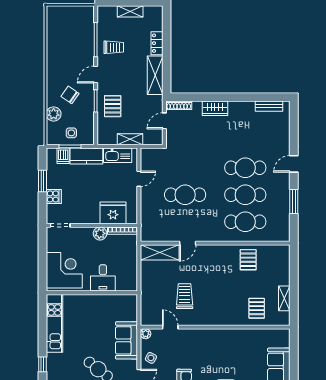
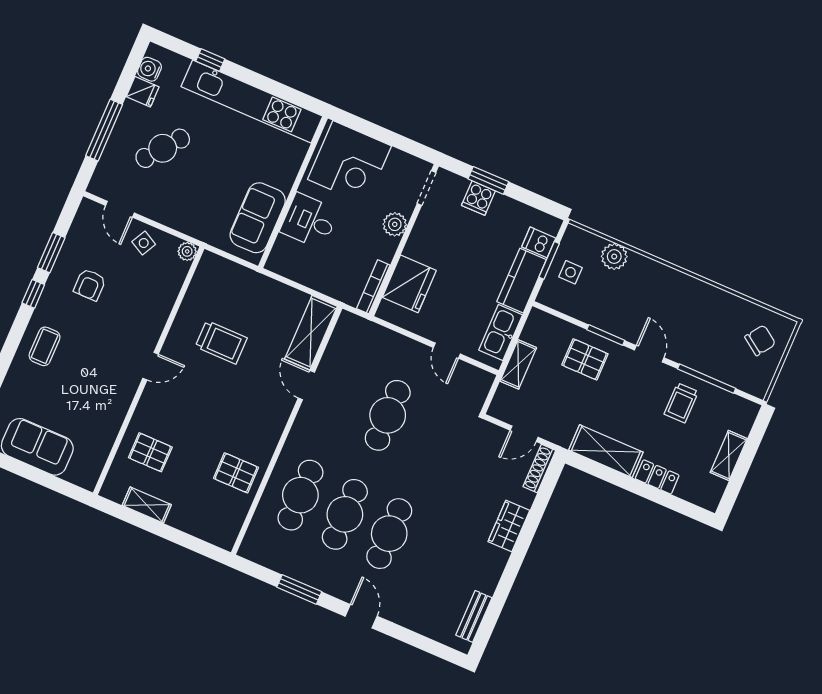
chair: (70, 95) -> (760, 340), moved
door: (164, 121) -> (524, 434), swing flipped
window: (42, 181) -> (488, 180), moved
plant: (100, 233) -> (395, 224), moved
kitchen unit: (54, 323) -> (252, 101), width x1.36
door: (170, 327) -> (151, 366), moved
sofa: (126, 340) -> (258, 218), moved, turned -90

